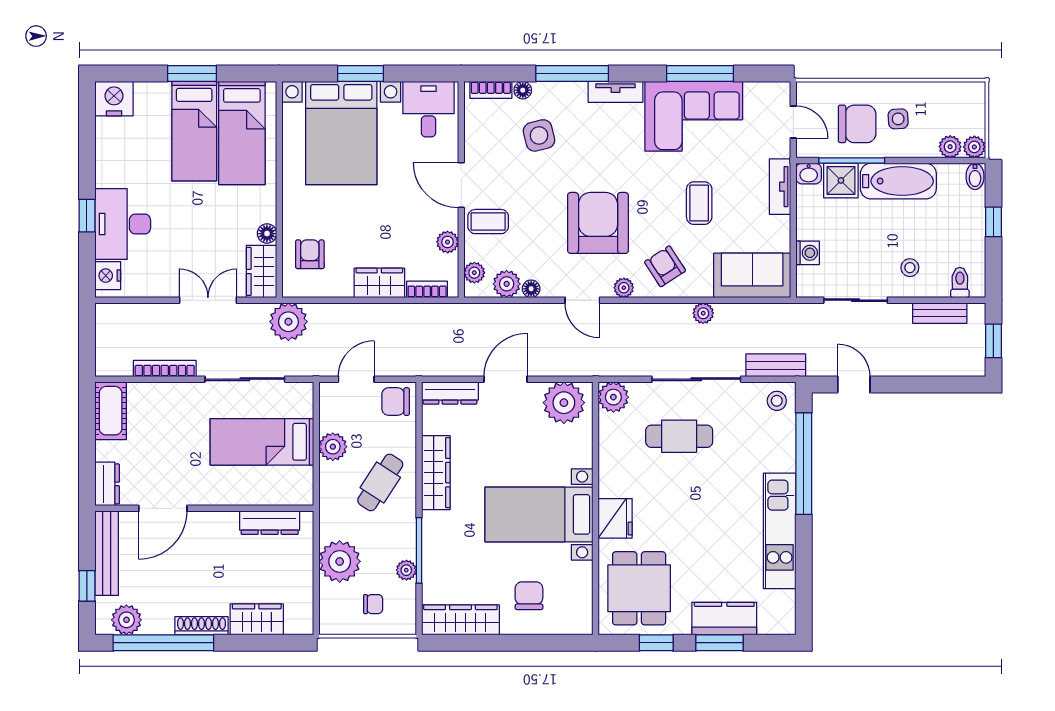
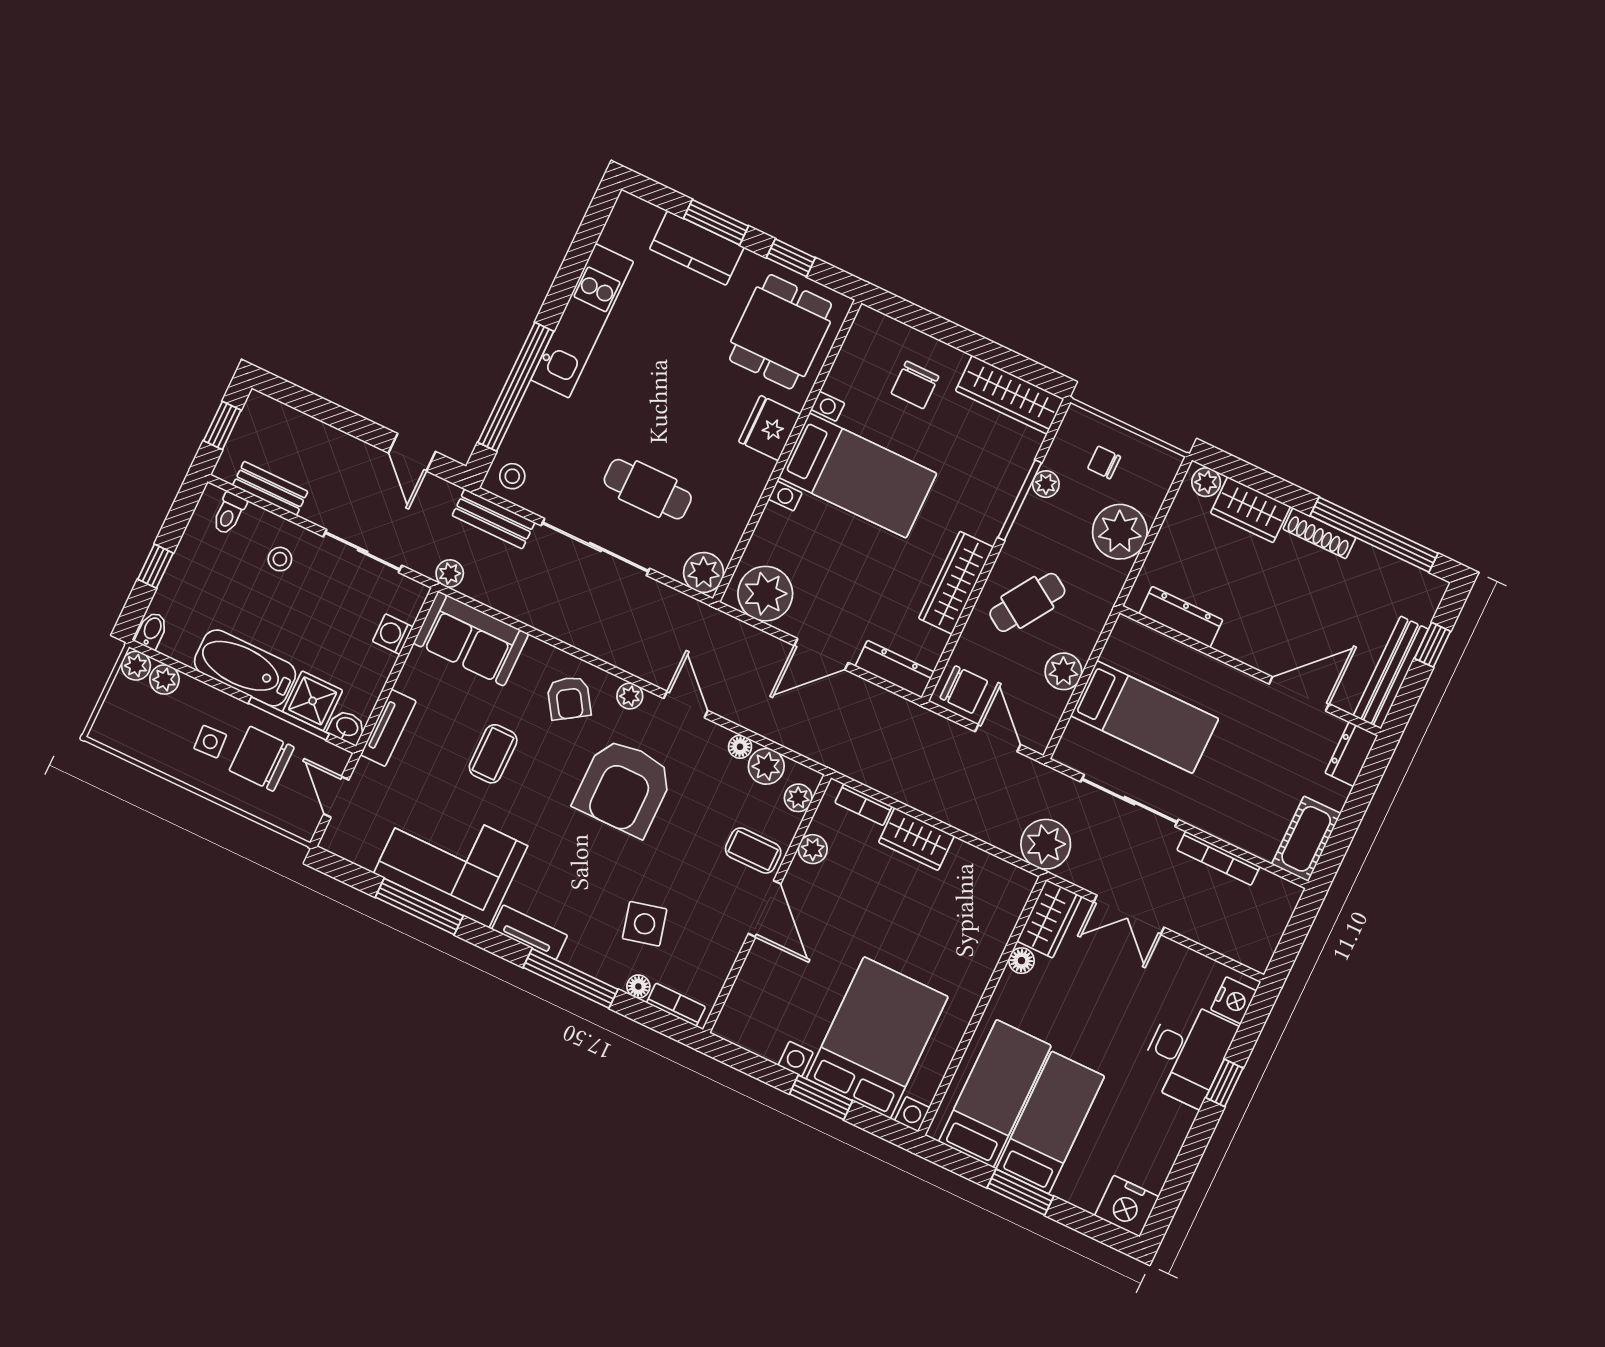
desk: (428, 109) -> (761, 1017), removed
armchair: (310, 254) -> (982, 912), removed
plant: (703, 313) -> (450, 574), moved
door: (356, 379) -> (998, 738), swing flipped
plant: (126, 620) -> (1206, 482), moved, width x0.73, depth x0.73

